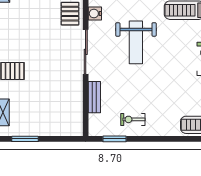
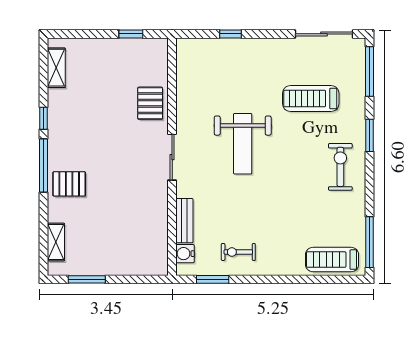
water cooler: (95, 14) -> (185, 254), moved
sliding door: (86, 52) -> (172, 157), width x0.73

